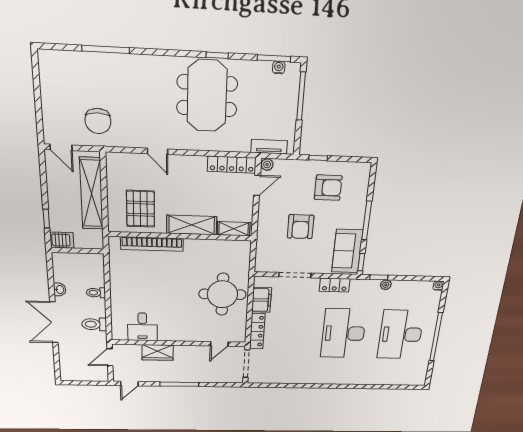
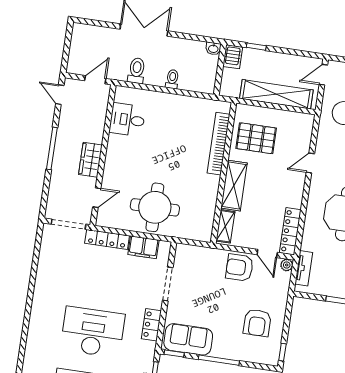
window: (318, 158) -> (282, 352), moved
armchair: (301, 227) -> (240, 268), moved
washbasin: (60, 289) -> (213, 49), moved
door: (219, 344) -> (97, 198), swing flipped
wardrobe: (158, 352) -> (90, 160), moved
door: (110, 357) -> (95, 80), hinge flipped

